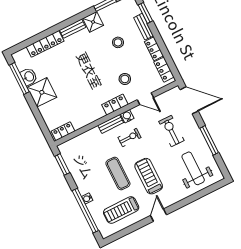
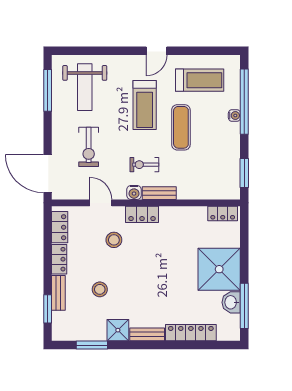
shower: (42, 92) -> (219, 269), width x1.37, depth x1.37
window: (209, 140) -> (48, 90), moved

